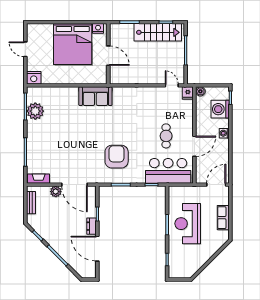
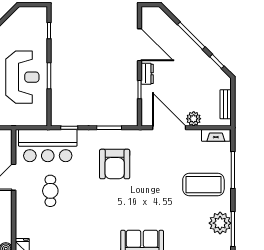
coffee table: (48, 141) -> (203, 185), added

